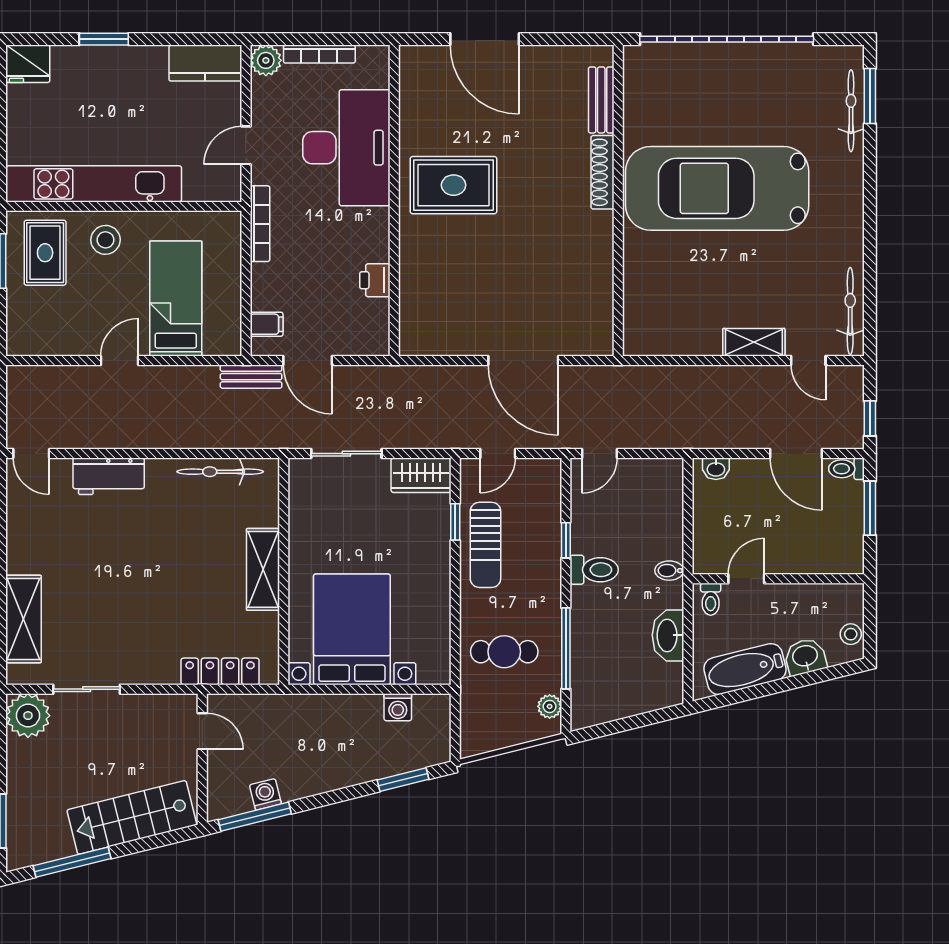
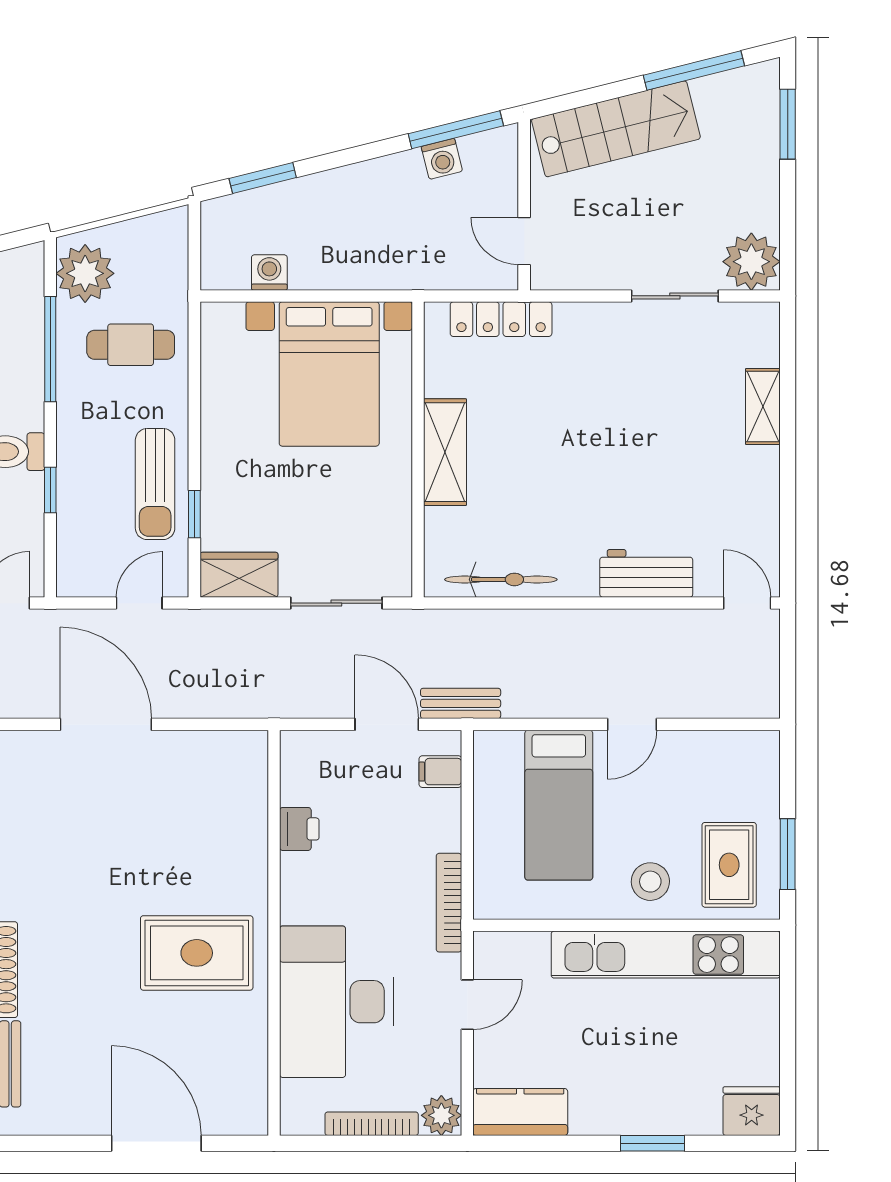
sun lounger: (485, 545) -> (155, 484), turned 180
shelving: (24, 619) -> (763, 407), width x0.67, depth x0.75
plant: (550, 706) -> (85, 273), width x1.88, depth x1.88

